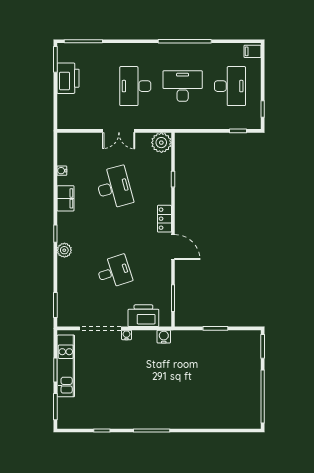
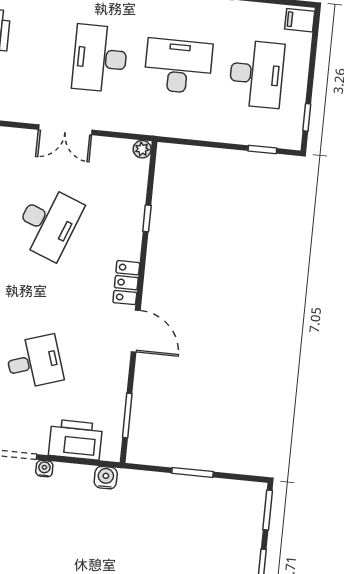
plant: (161, 143) -> (142, 149), width x0.53, depth x0.53
desk: (114, 188) -> (48, 223), turned 36

